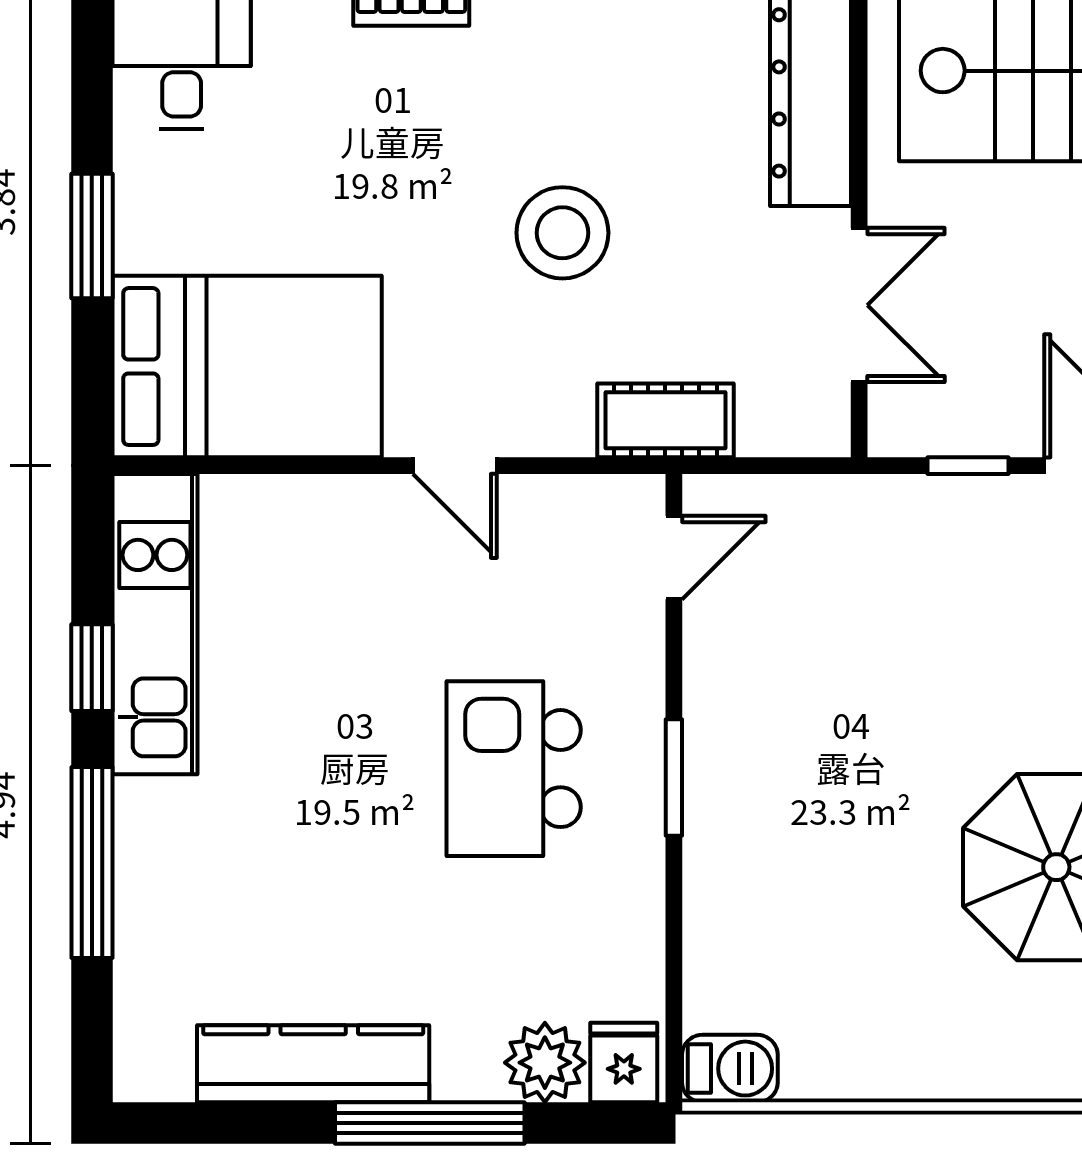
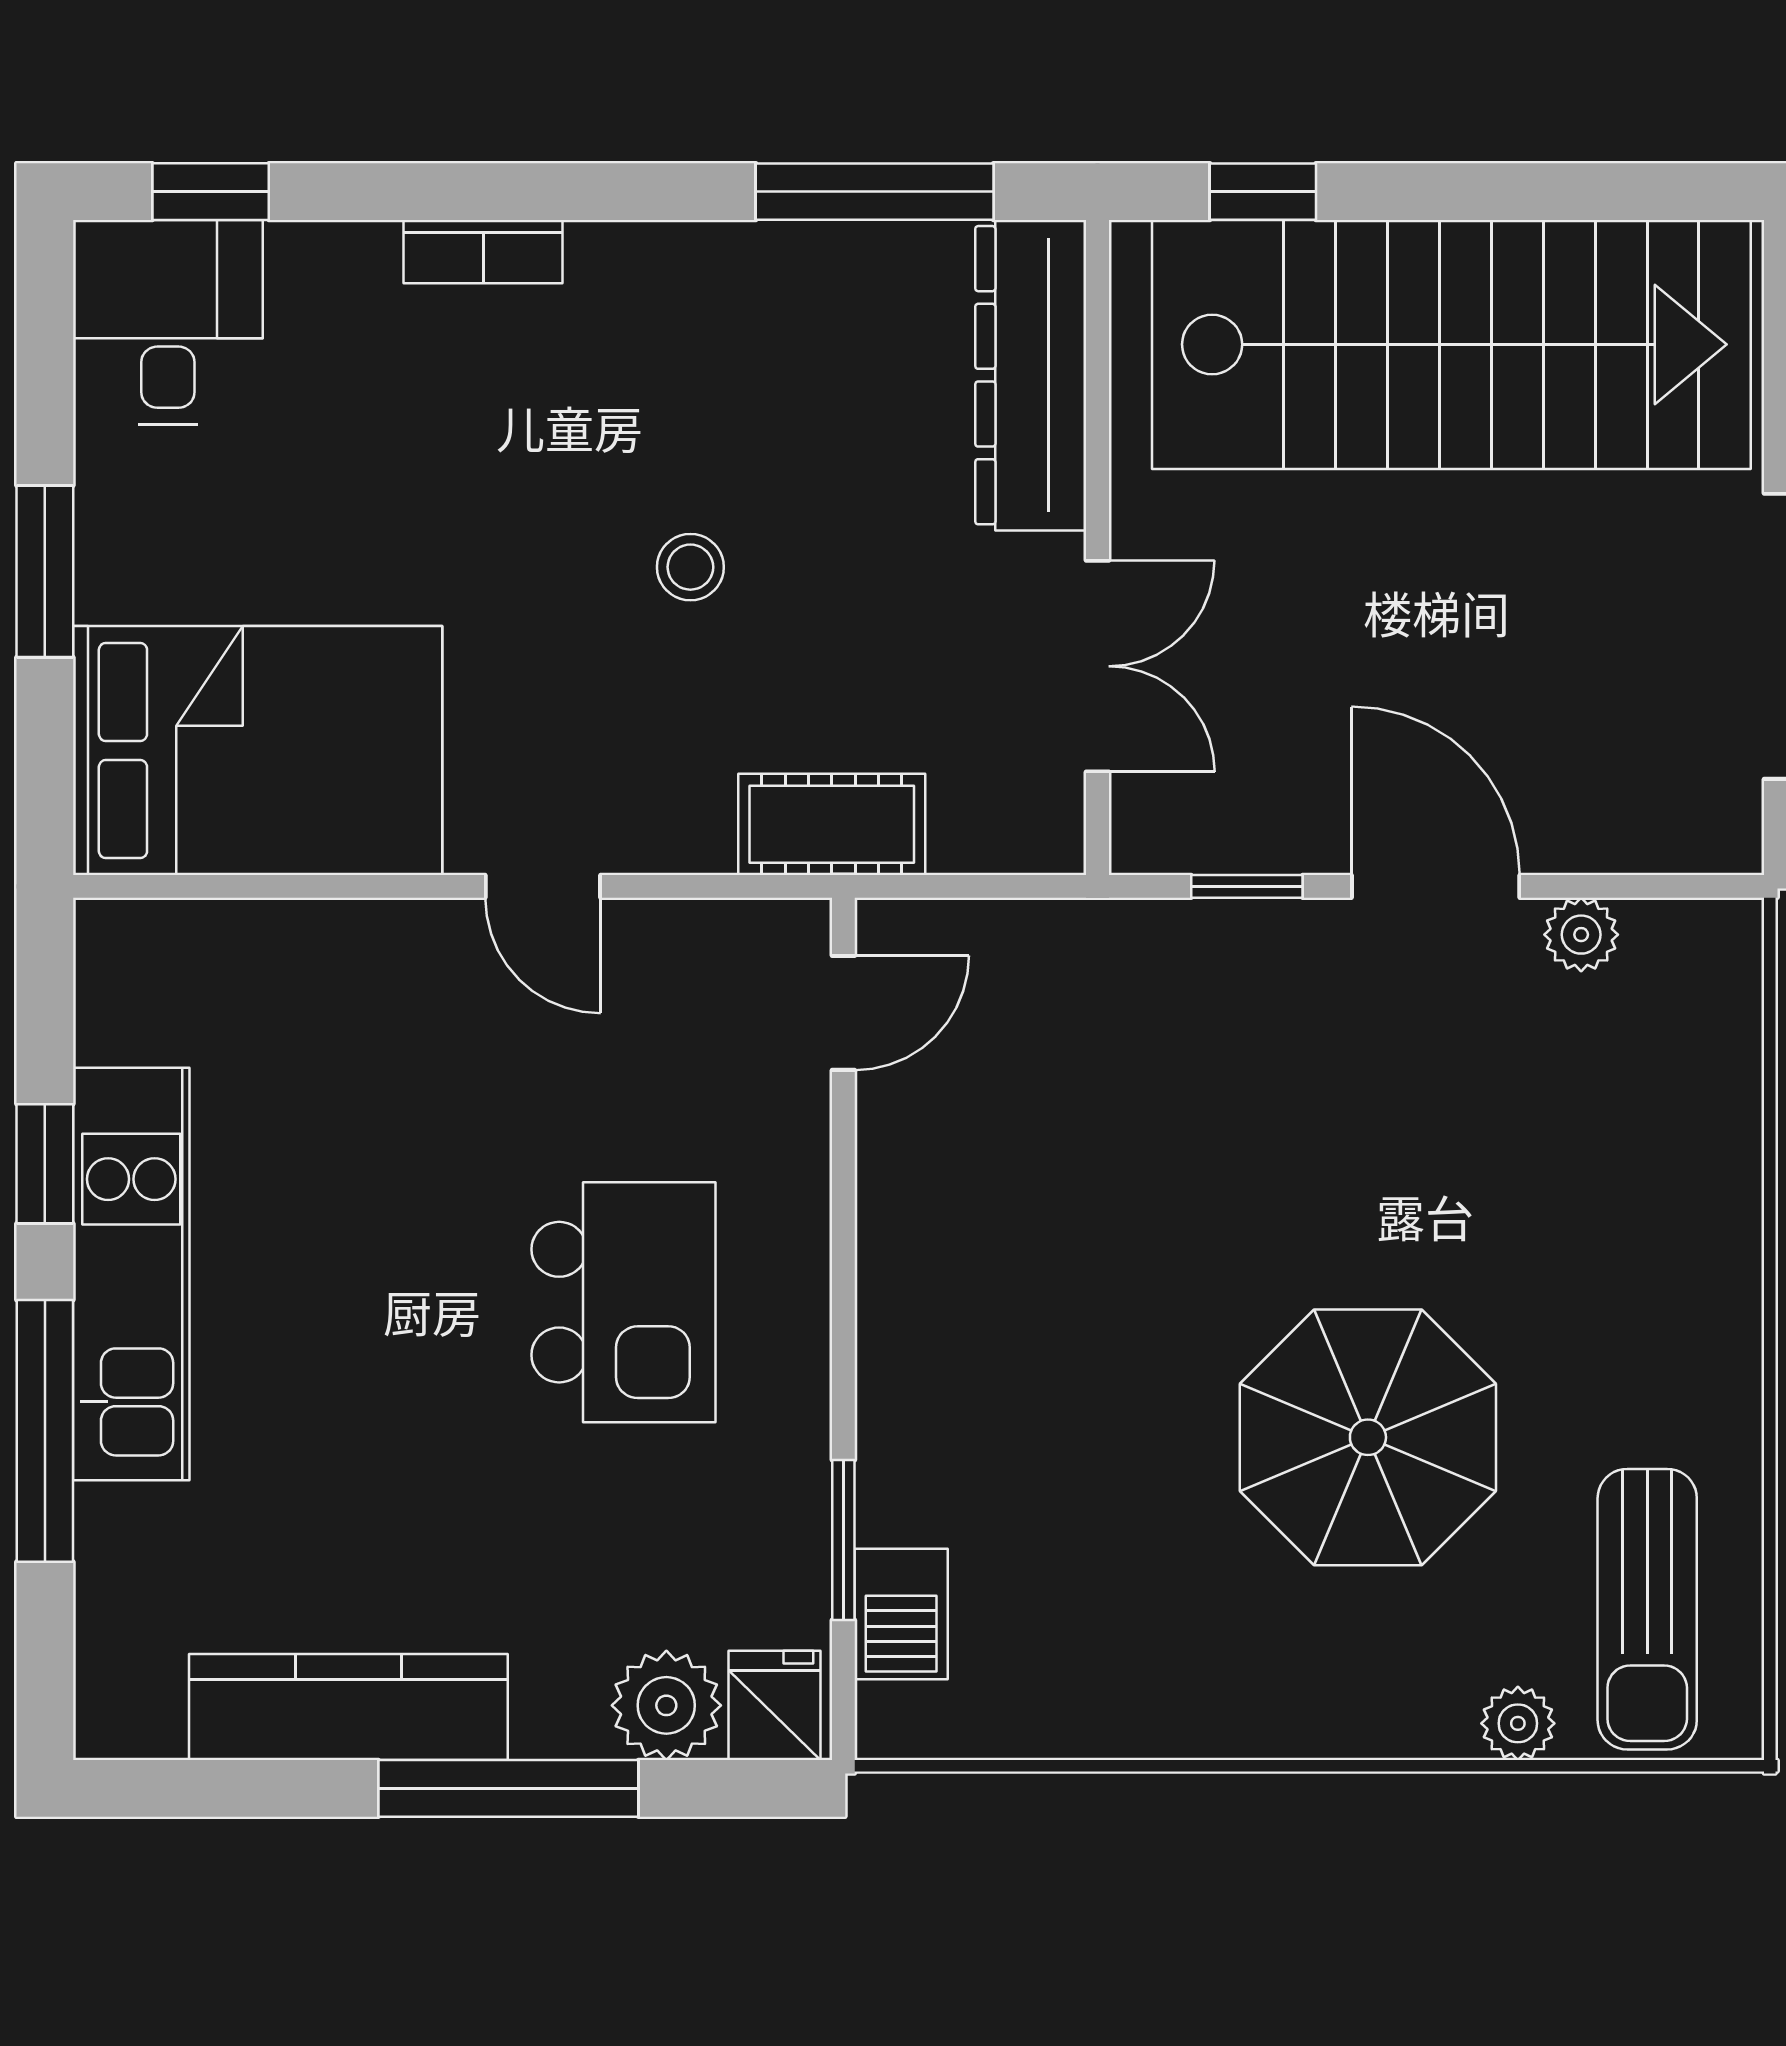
stool: (562, 233) -> (690, 567), width x0.53, depth x0.53
kitchen unit: (155, 624) -> (131, 1274), moved
kitchen island: (514, 769) -> (623, 1302), turned 180
window: (674, 778) -> (843, 1540), moved
barbecue: (730, 1069) -> (901, 1614), moved, turned 90

